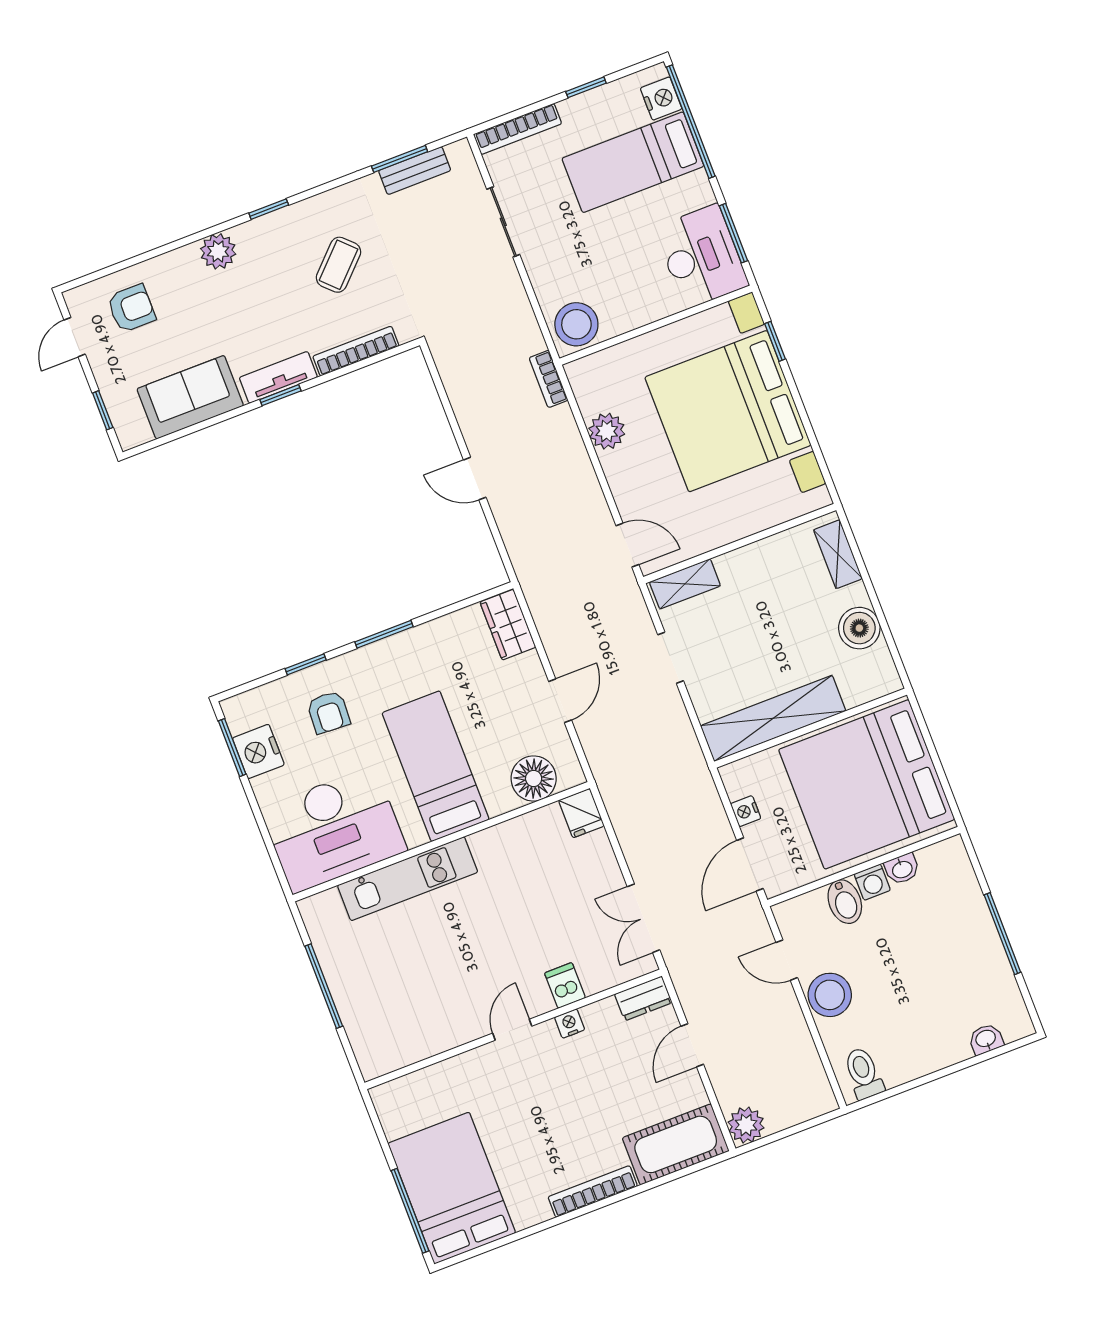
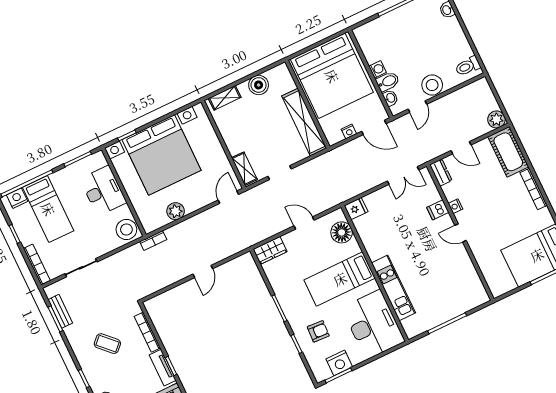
desk: (701, 256) -> (103, 191), moved, turned 90
washbasin: (902, 869) -> (390, 98), moved

